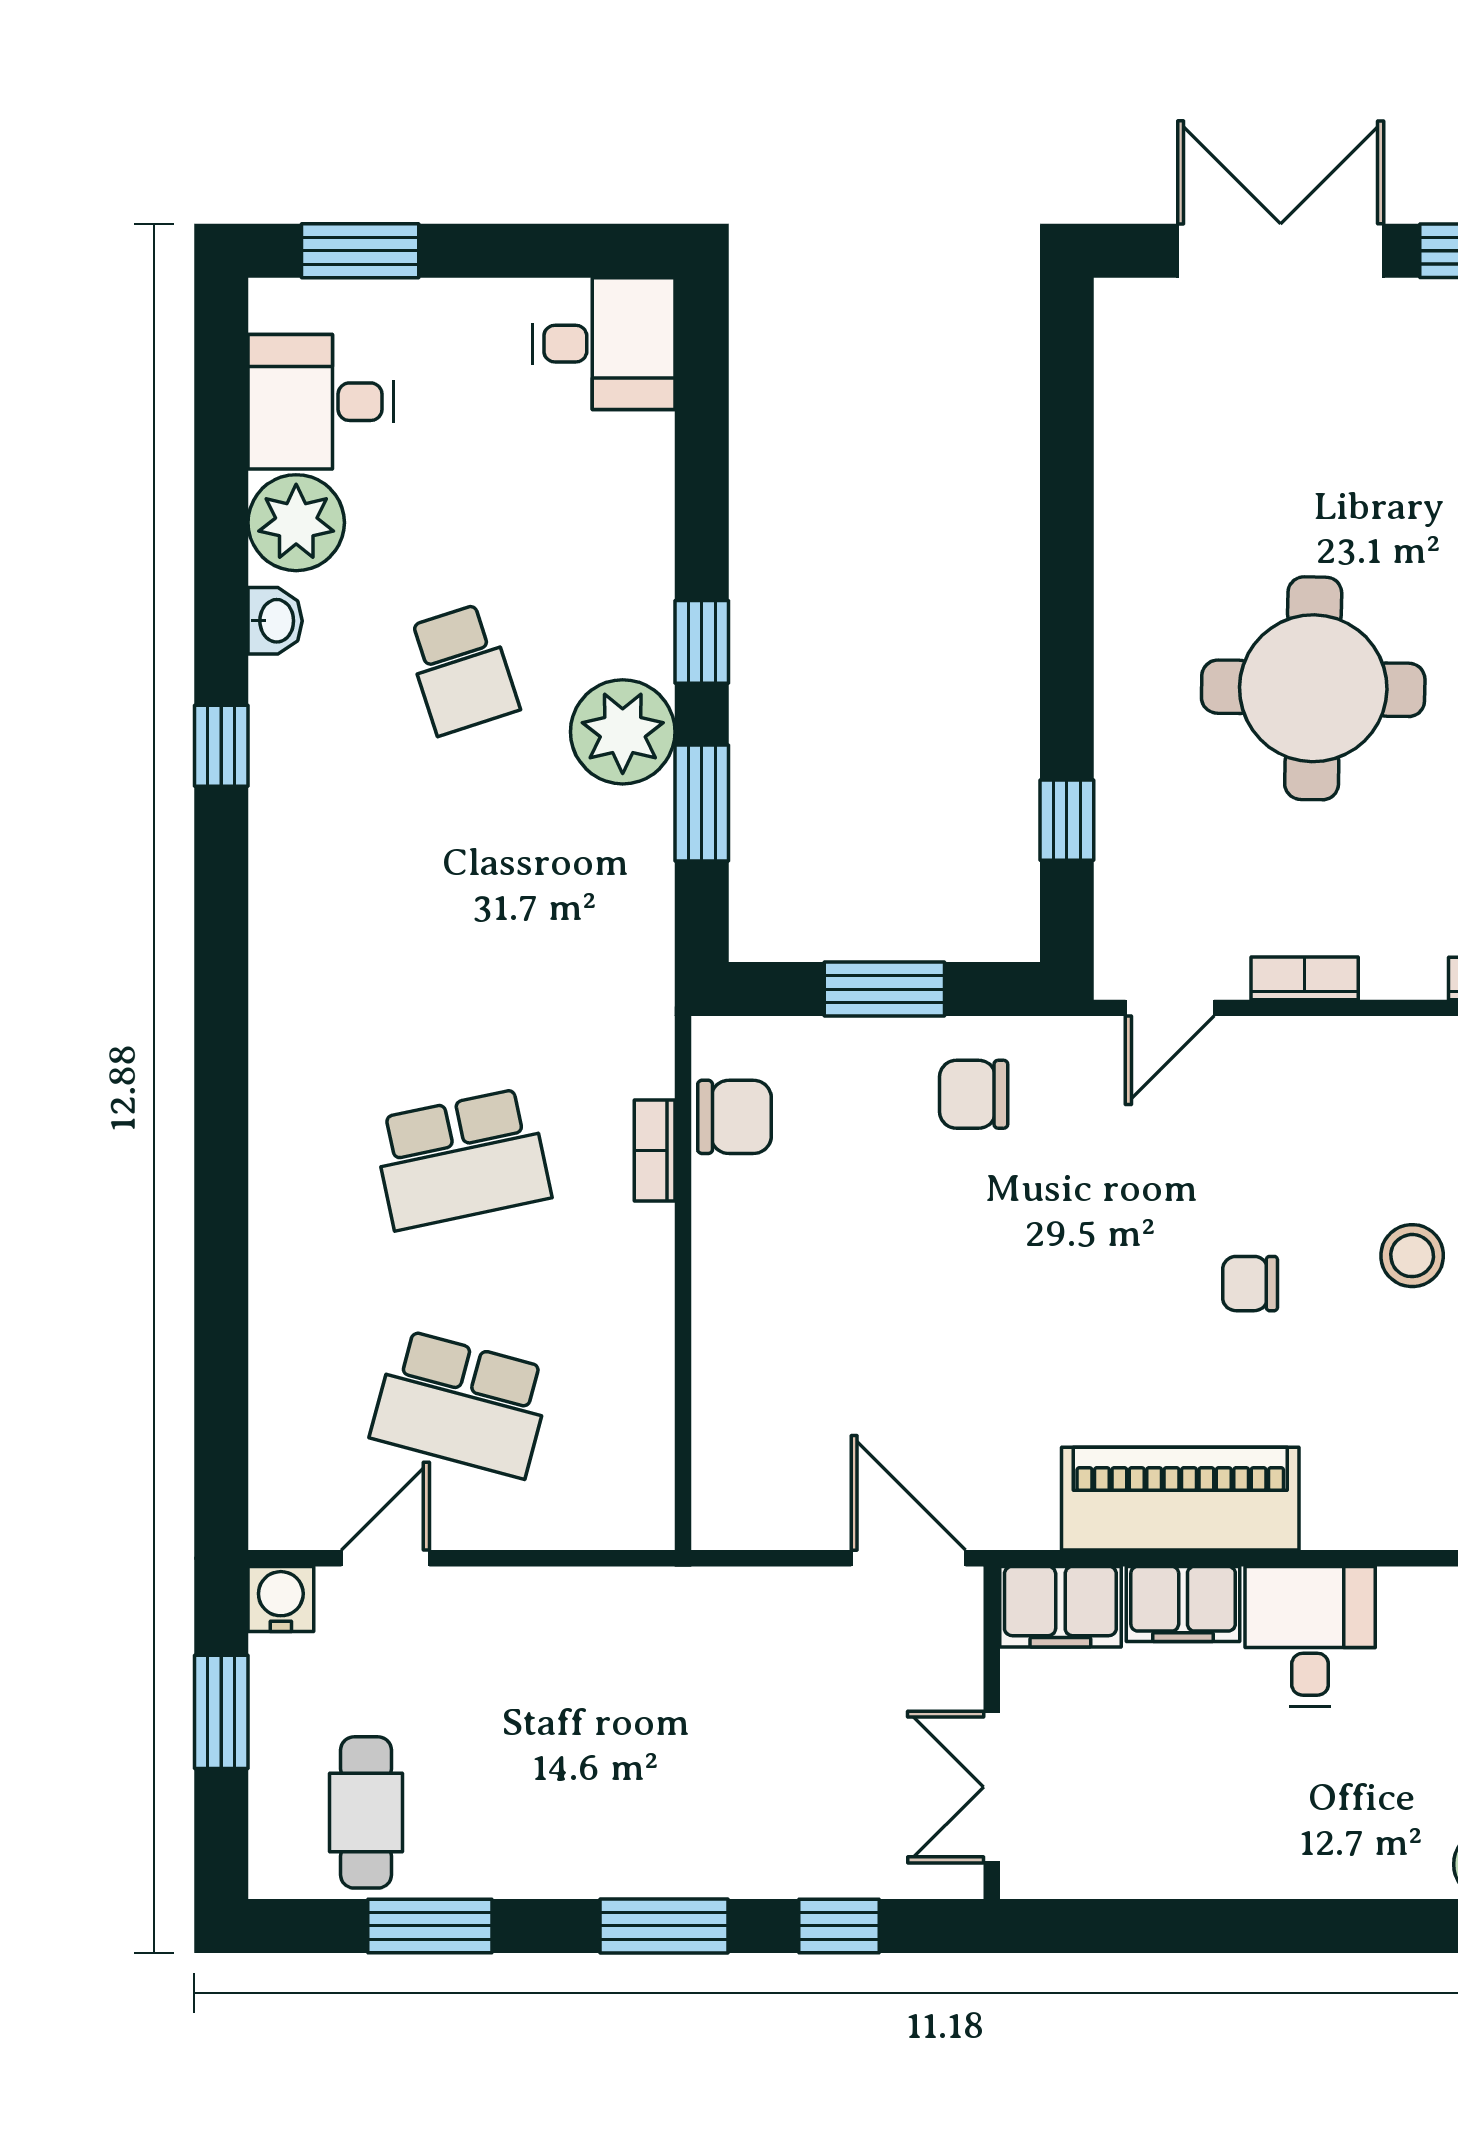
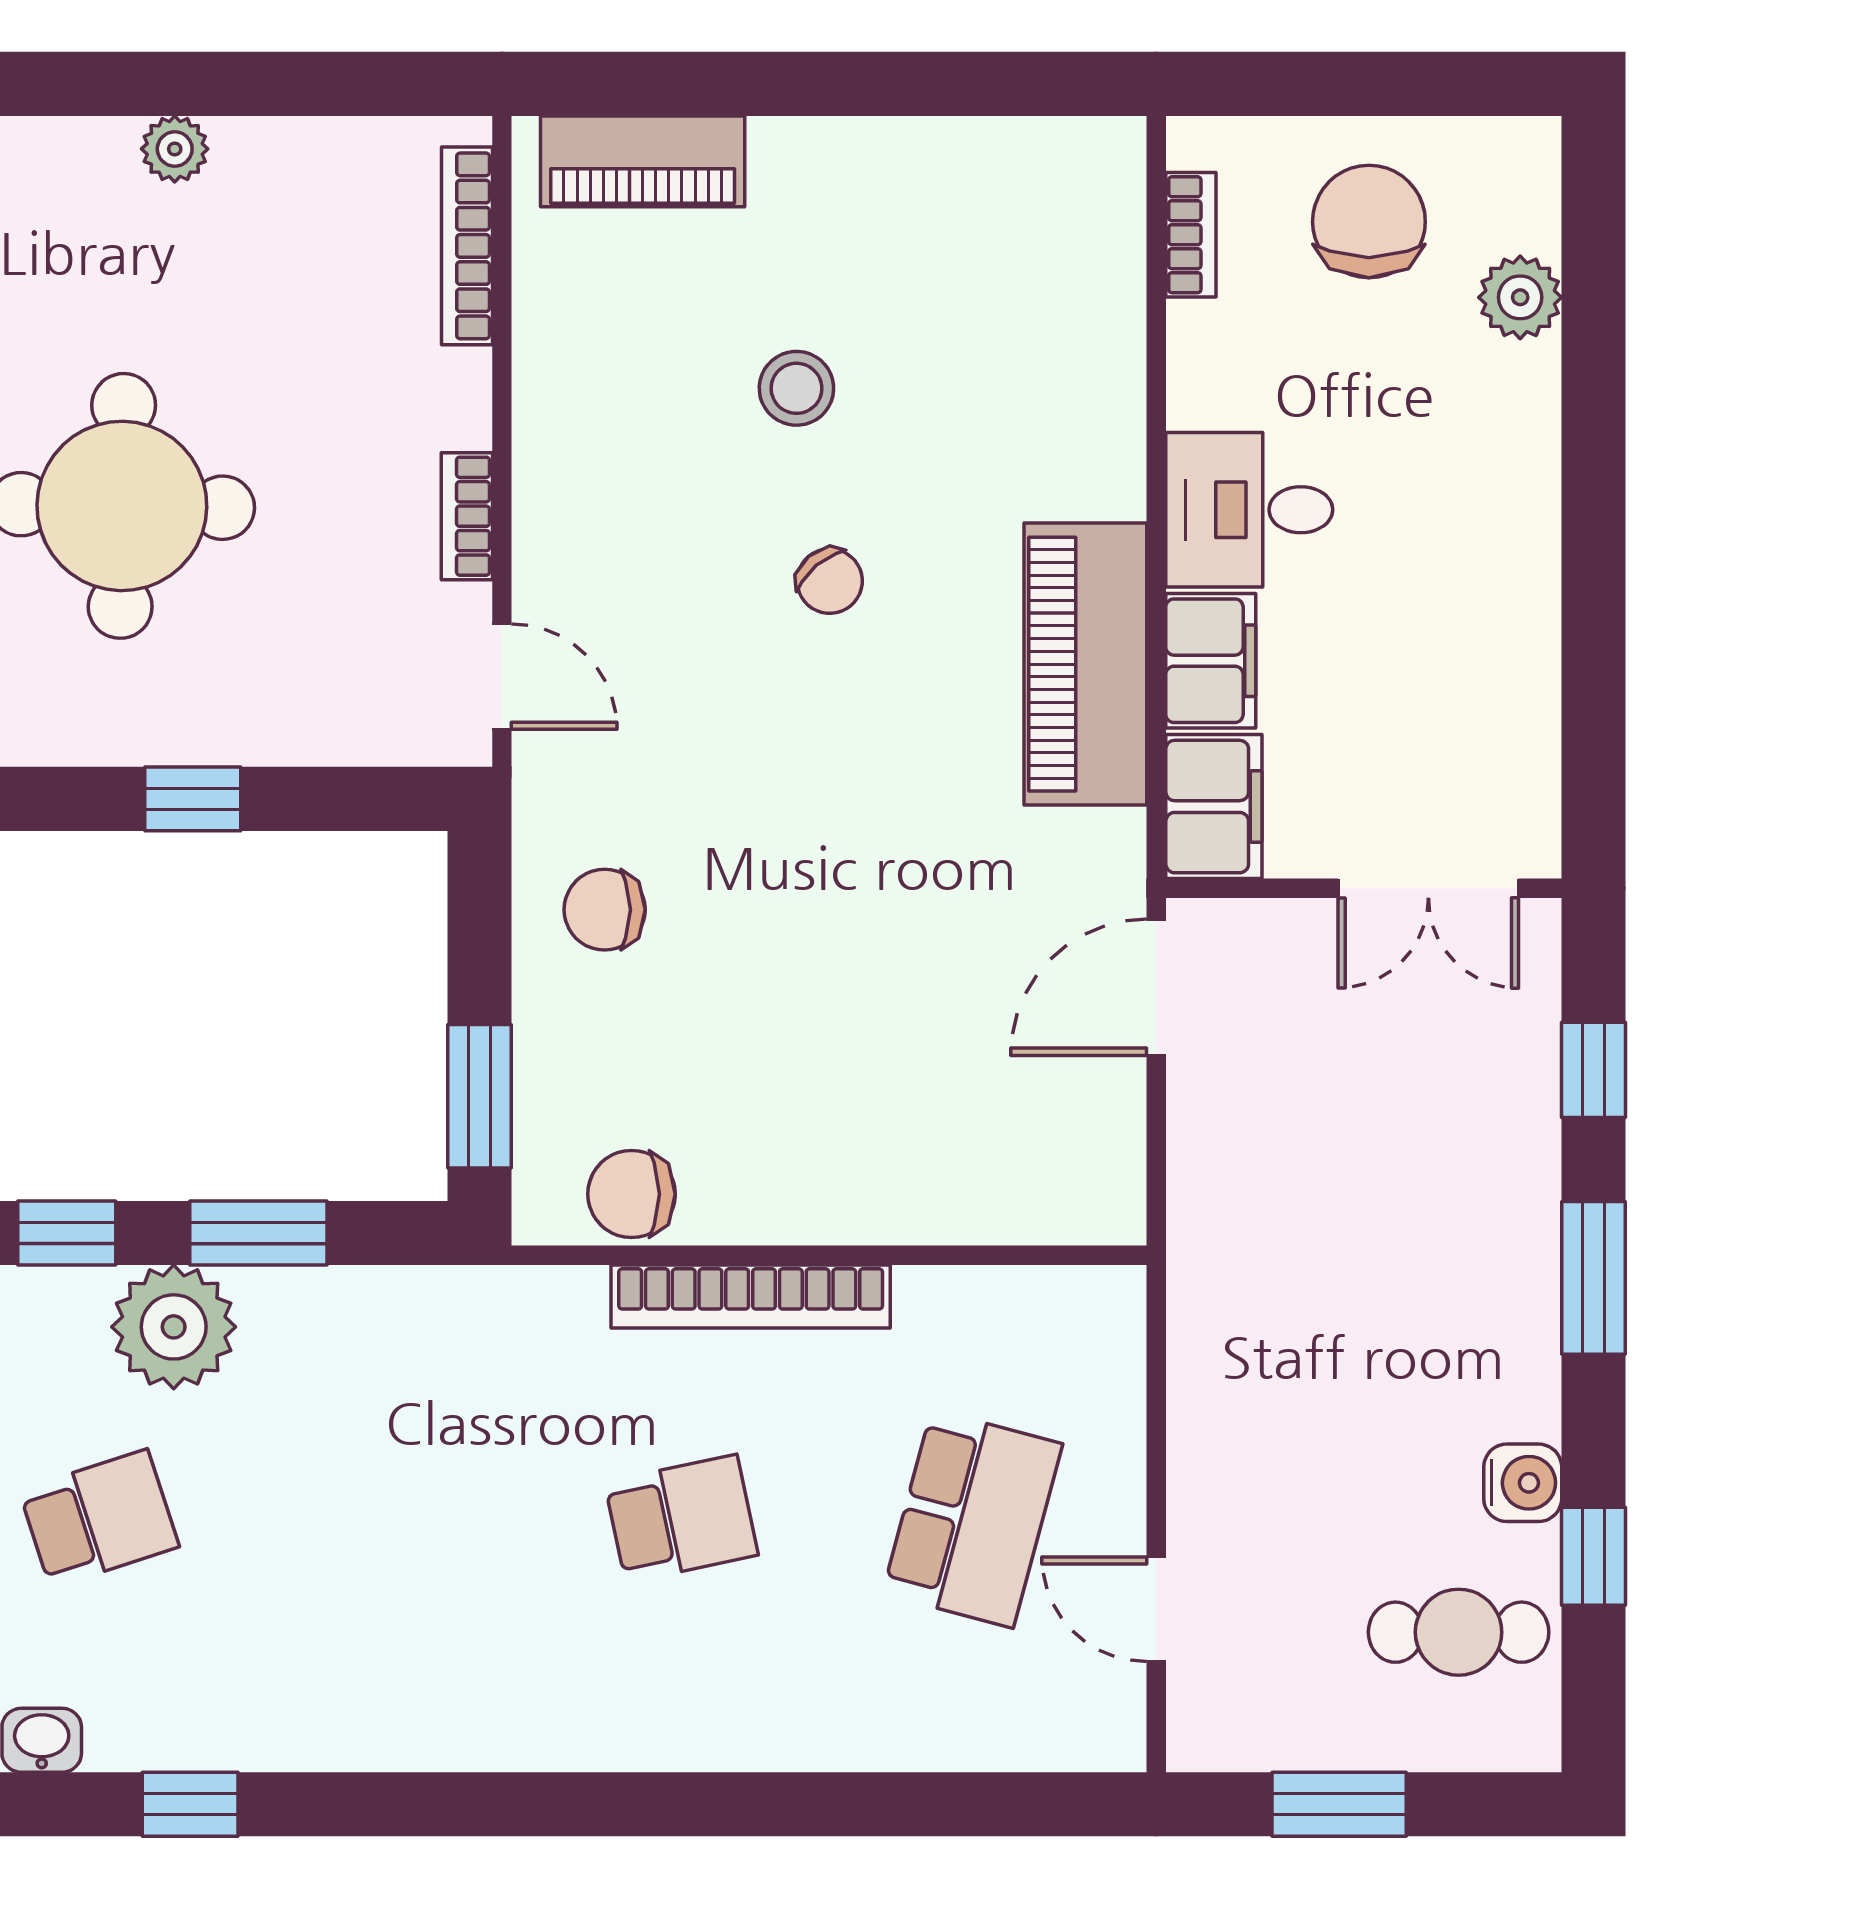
window: (1067, 820) -> (193, 799), moved
window: (884, 989) -> (480, 1096), moved
chair: (974, 1094) -> (605, 910), turned 90
chair: (735, 1117) -> (632, 1194), turned -90
bookcase: (655, 1151) -> (751, 1297), width x2.31, depth x1.31
school desk: (462, 1159) -> (681, 1519), width x0.54
chair: (1250, 1284) -> (830, 581), turned -40
water cooler: (281, 1599) -> (1523, 1483), moved, turned 180
window: (430, 1926) -> (1594, 1556), width x0.67

